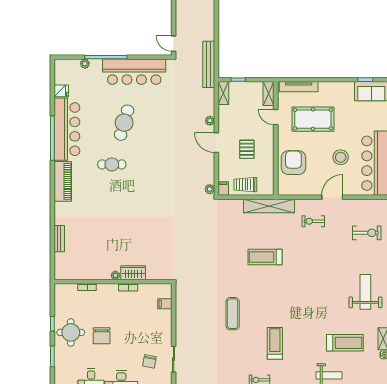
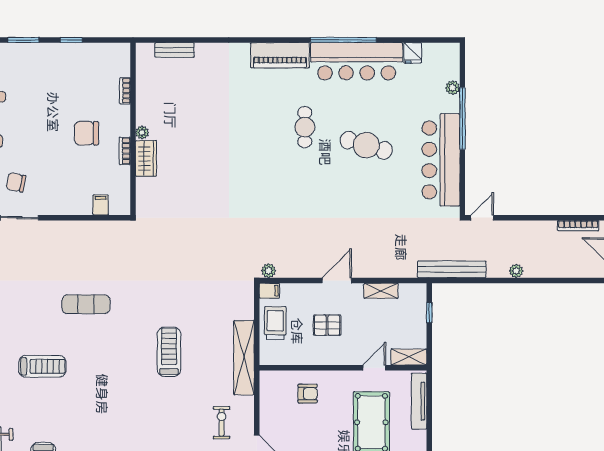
shelving: (223, 93) -> (381, 291), moved
plant: (210, 121) -> (516, 271), moved
armchair: (293, 163) -> (308, 394), width x0.53, depth x0.53
bench: (59, 239) -> (175, 50), moved
round table: (71, 332) -> (58, 67), removed
chair: (102, 336) -> (86, 133), moved

